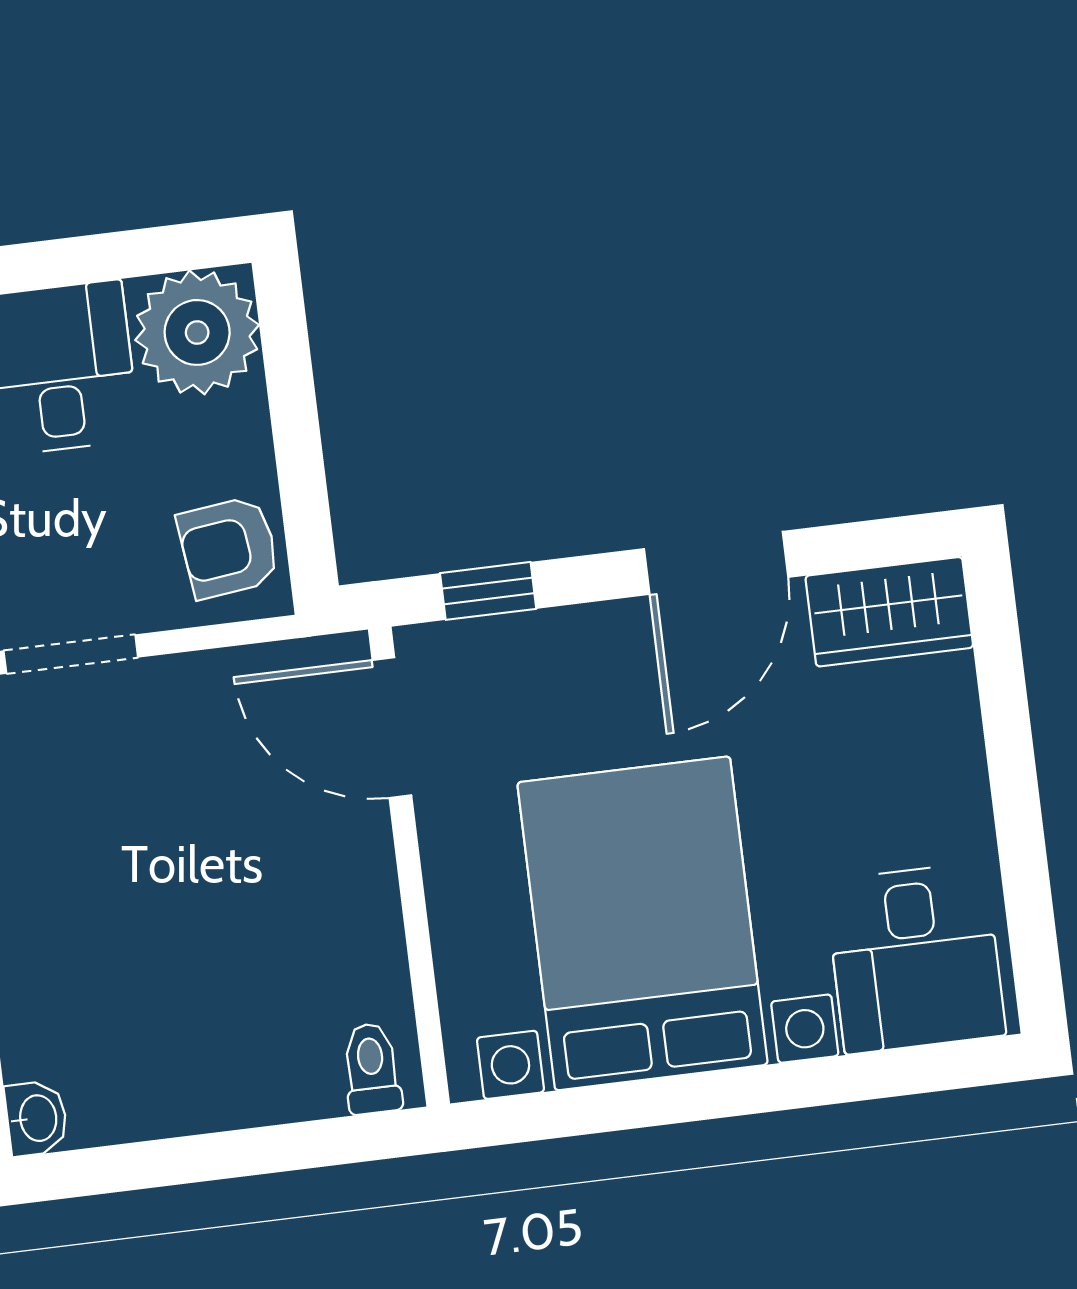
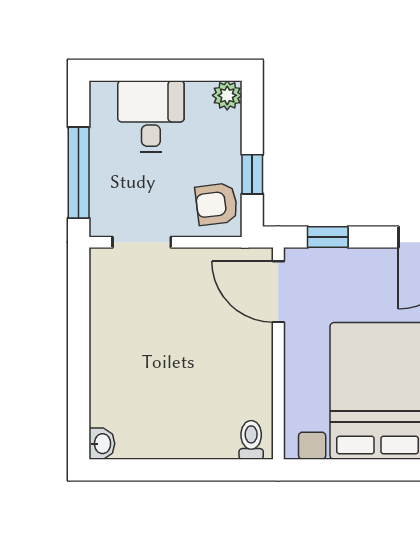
plant: (197, 332) -> (227, 95), width x0.53, depth x0.53
window: (301, 470) -> (252, 174), added

